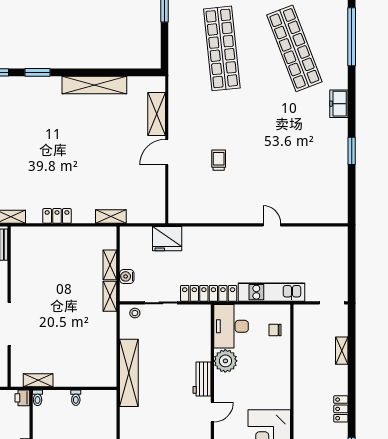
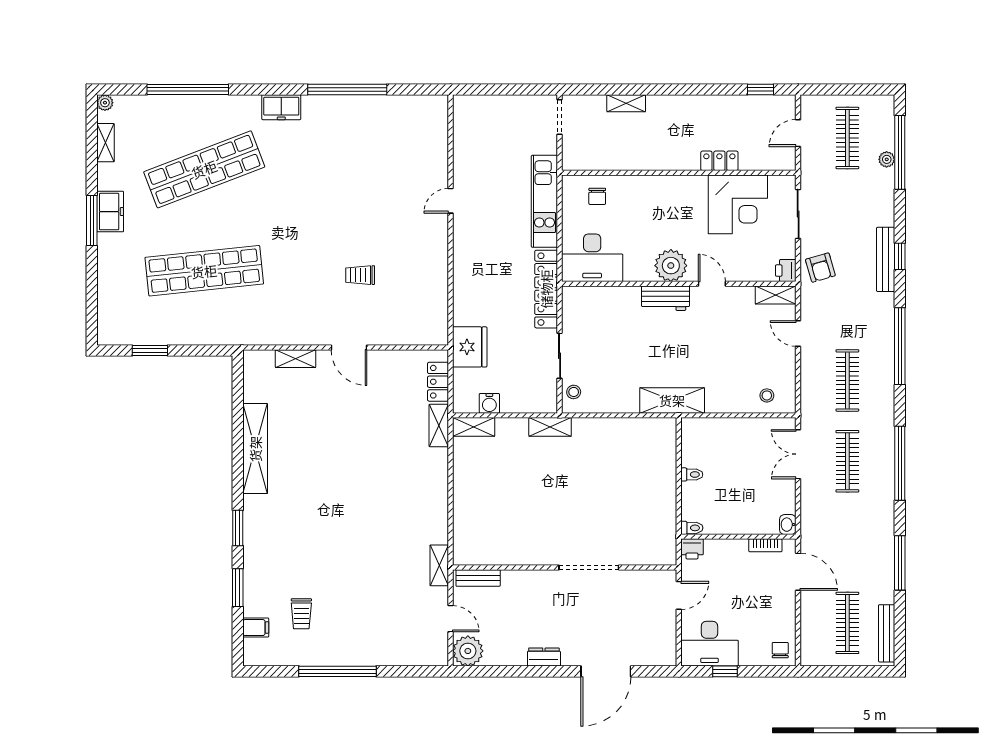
shelving: (157, 114) -> (296, 359), width x0.67, depth x0.75
window: (352, 151) -> (347, 89), width x2.11
locker: (57, 216) -> (438, 382), moved
shelving: (110, 265) -> (474, 427), moved
water cooler: (127, 276) -> (489, 403), moved
plant: (225, 361) -> (671, 266), moved
shelving: (129, 373) -> (672, 400), width x0.68
shelving: (38, 380) -> (668, 527), removed
locker: (341, 409) -> (719, 161), moved, turned 180

